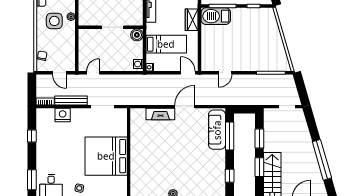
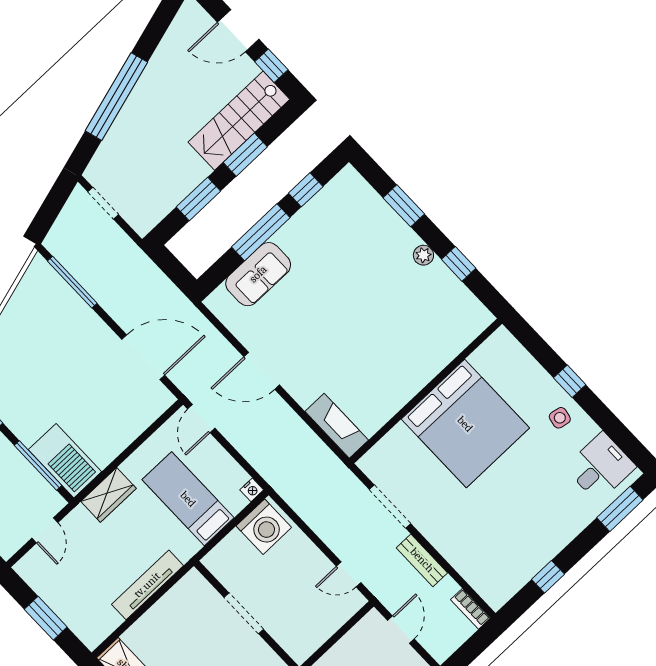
boiler: (137, 35) -> (218, 561), removed
washing machine: (138, 64) -> (264, 527), width x1.89, depth x1.89
door: (225, 73) -> (143, 357), width x1.88
bench: (71, 101) -> (422, 560), width x0.73
fireplace: (160, 114) -> (337, 426), moved
nightstand: (63, 115) -> (466, 559), removed
sofa: (217, 130) -> (258, 274), width x0.73
window: (230, 136) -> (261, 232), moved
window: (322, 160) -> (116, 97), moved

